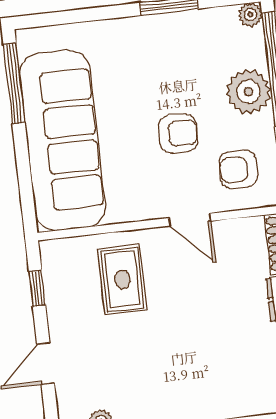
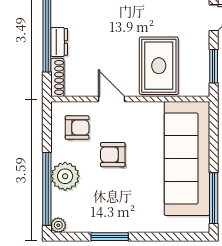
rug: (122, 279) -> (159, 66), width x1.36, depth x1.43
window: (37, 288) -> (214, 66), width x1.50

